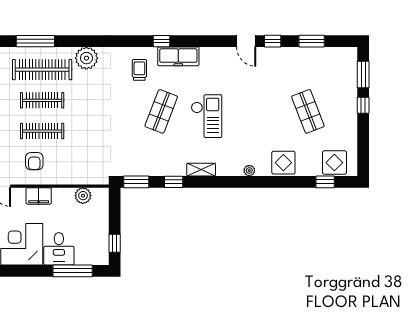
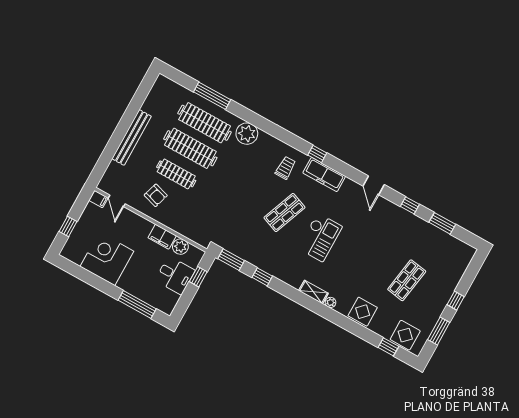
door: (246, 41) -> (374, 185), moved
window: (363, 74) -> (439, 331), moved
clothes rail: (42, 100) -> (190, 148), width x1.37, depth x1.31
shop shelf: (308, 111) -> (407, 280), turned 30
armchair: (34, 161) -> (156, 195), turned -73
shelving: (201, 170) -> (313, 292), moved
filing cabinet: (39, 196) -> (162, 237), moved
window: (115, 243) -> (198, 277), moved
desk: (59, 249) -> (175, 275), moved, turned -90

